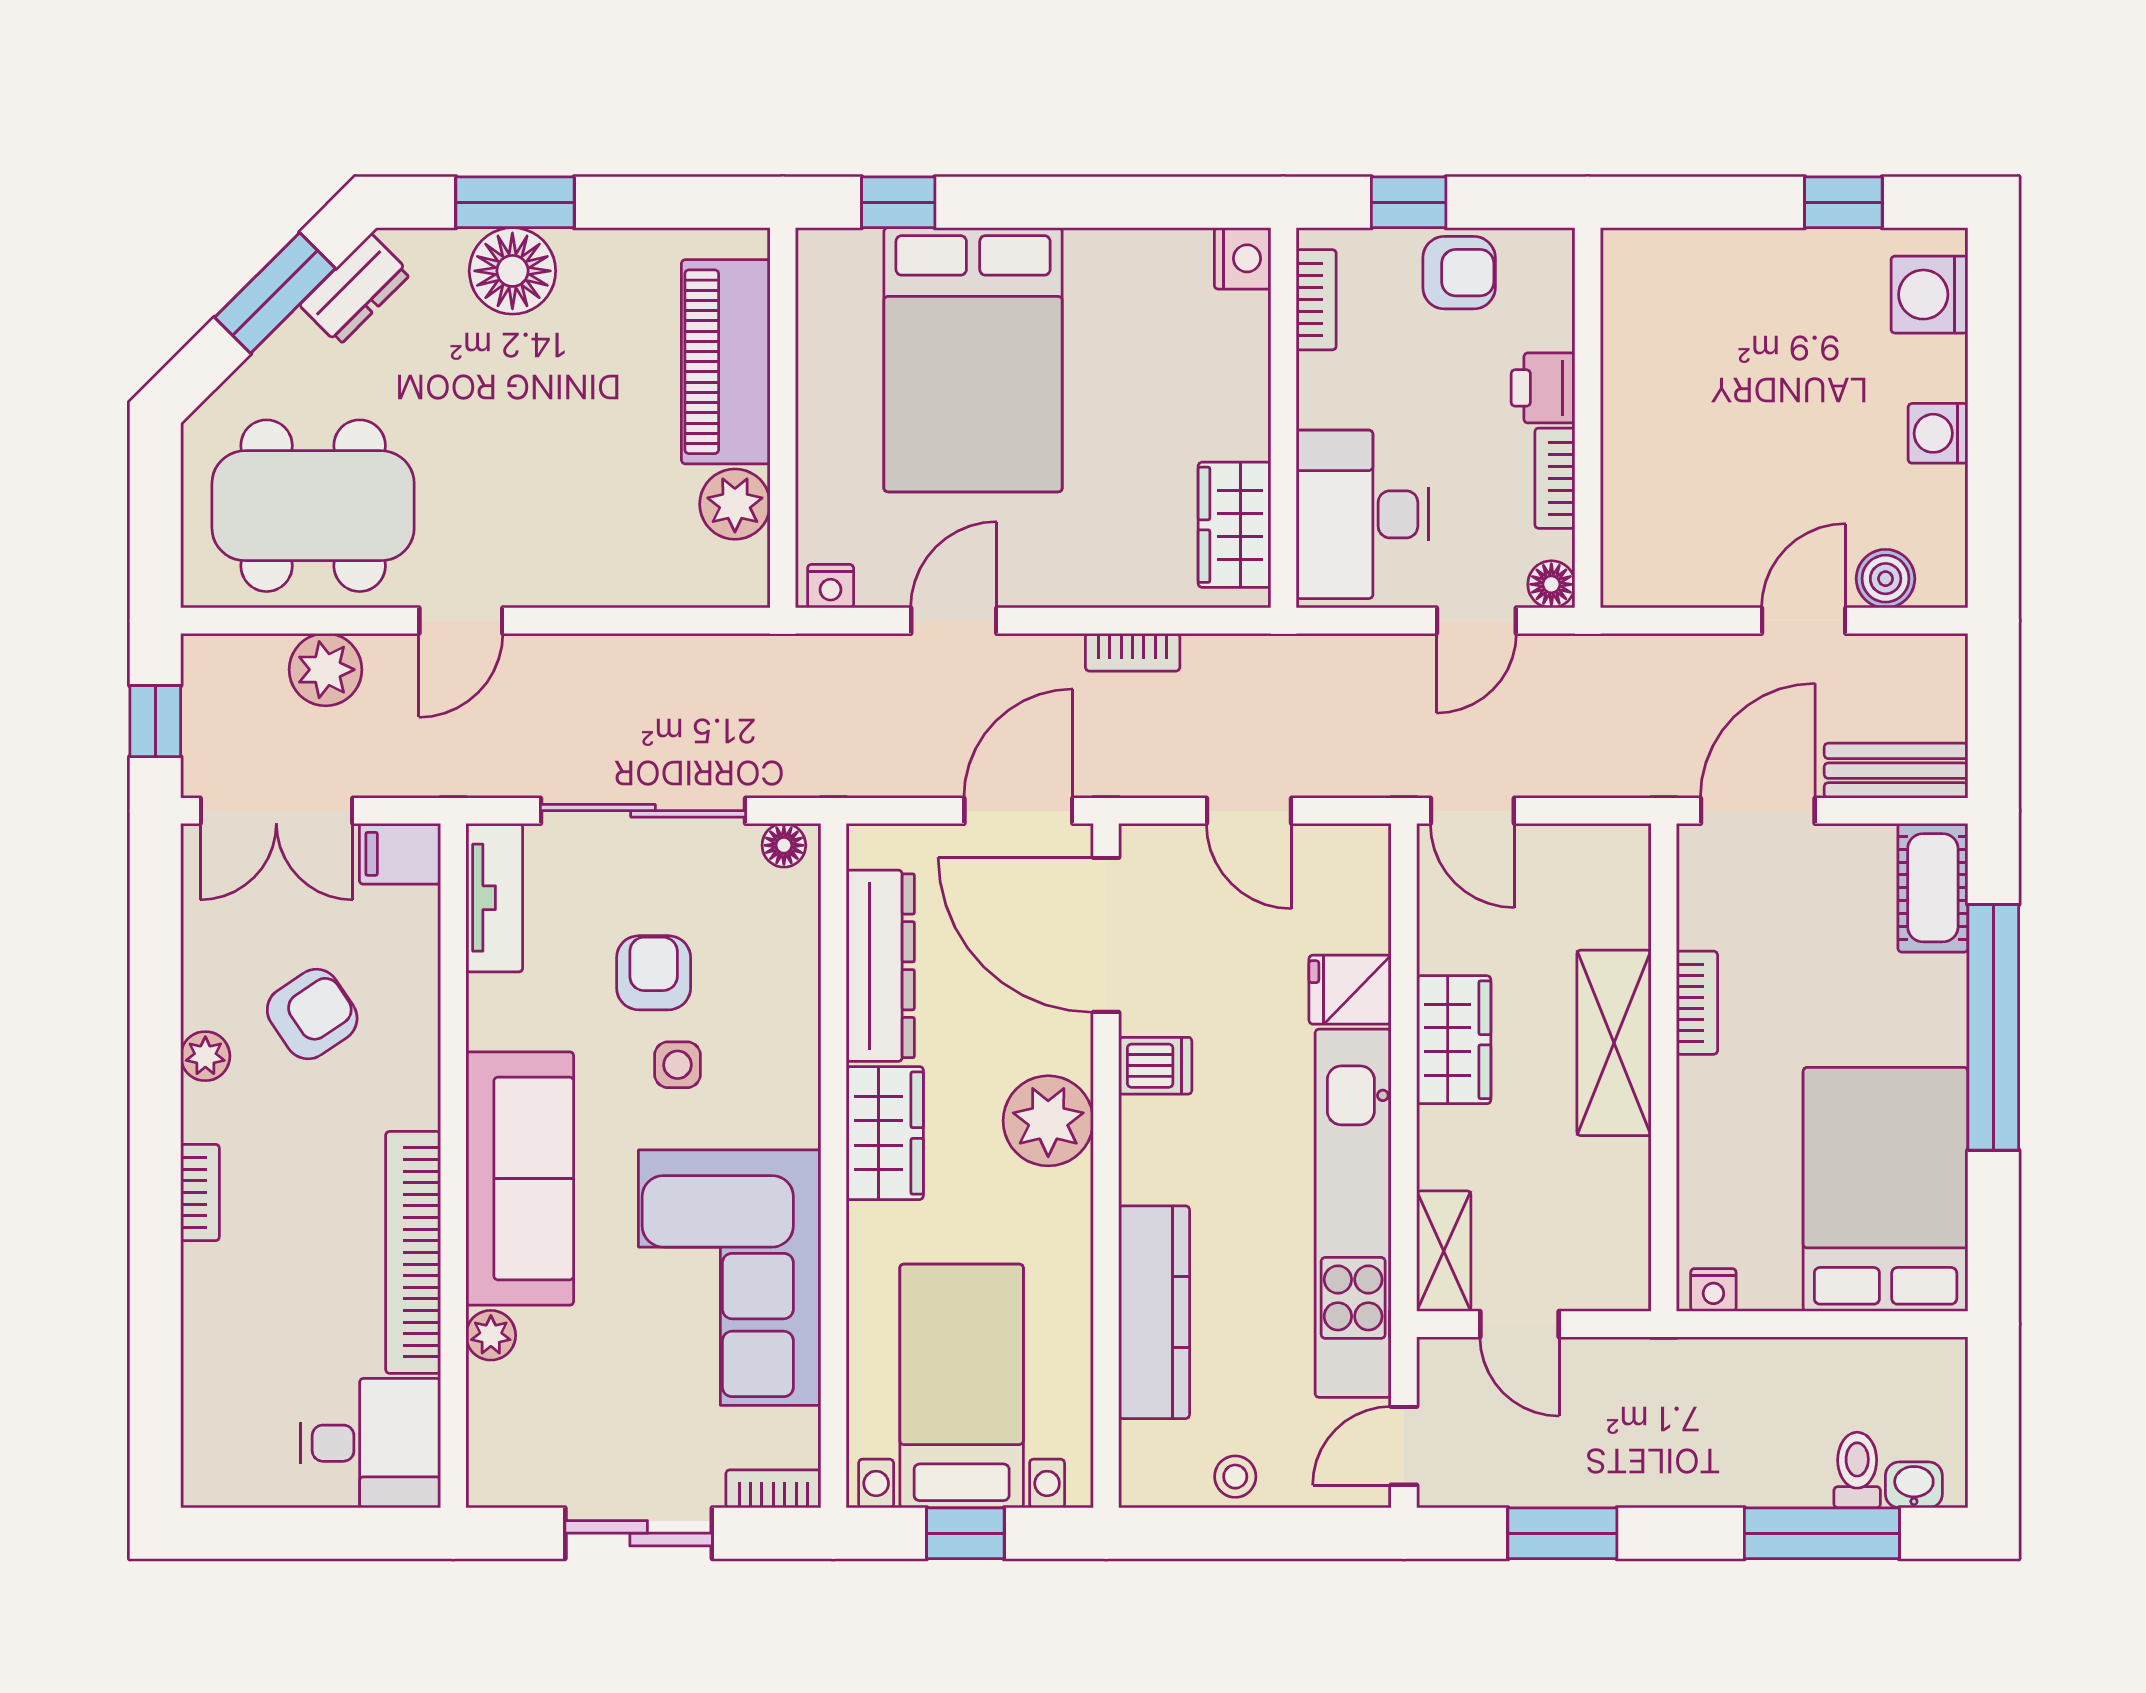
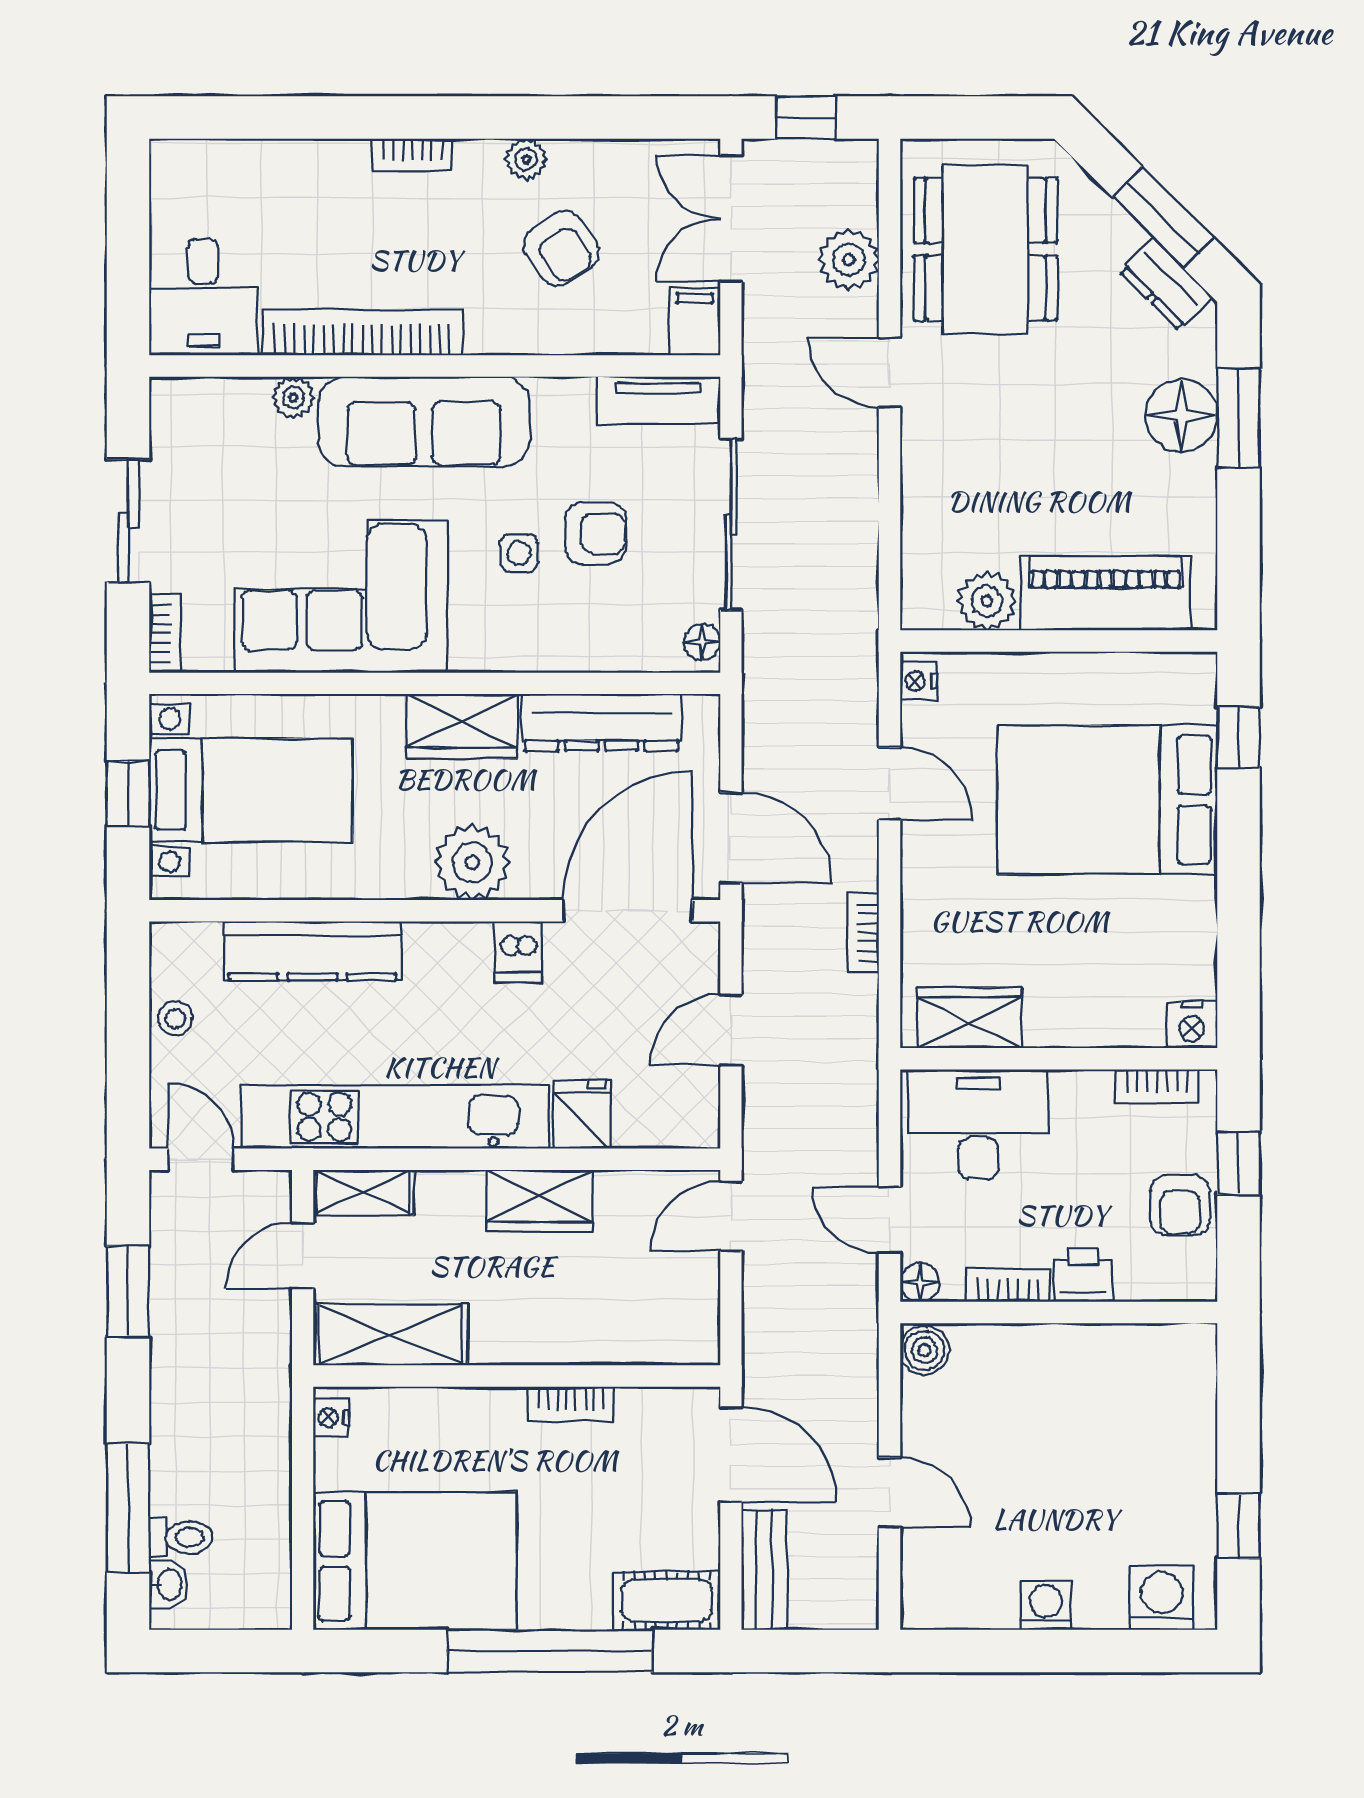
boiler: (1886, 579) -> (925, 1350), moved
shelving: (1614, 1043) -> (391, 1335), moved

